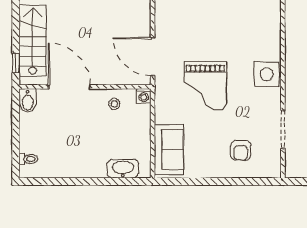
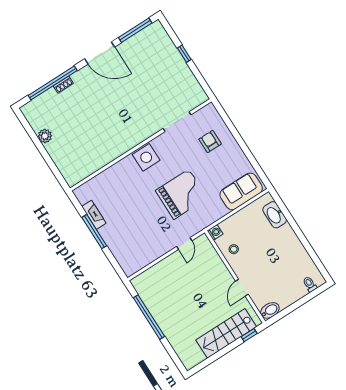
door: (153, 57) -> (184, 244), width x0.53
door: (69, 87) -> (242, 288), width x0.53
armchair: (241, 150) -> (210, 142), turned -90

